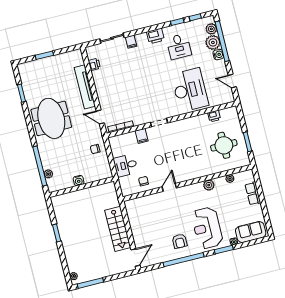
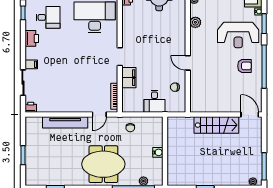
printer: (94, 64) -> (31, 107), moved
meeting table: (51, 118) -> (103, 164), moved
filing cabinet: (142, 136) -> (129, 78), width x2.00

